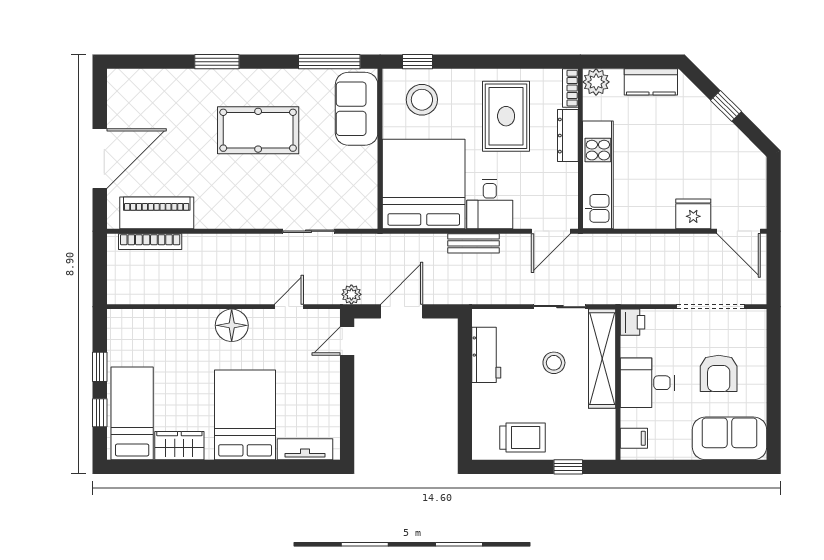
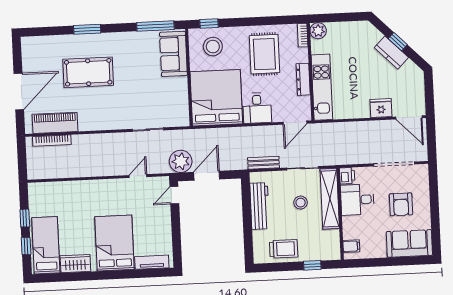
kitchen counter: (651, 82) -> (391, 53), moved, turned 45
pool table: (258, 130) -> (88, 72), moved
dresser: (568, 136) -> (303, 79), moved
bench: (473, 243) -> (264, 163), moved
plant: (351, 294) -> (181, 161), width x1.87, depth x1.87
floor lamp: (232, 325) -> (104, 189), removed
workbench: (486, 355) -> (260, 206), width x1.38
desk: (647, 383) -> (357, 200), moved

